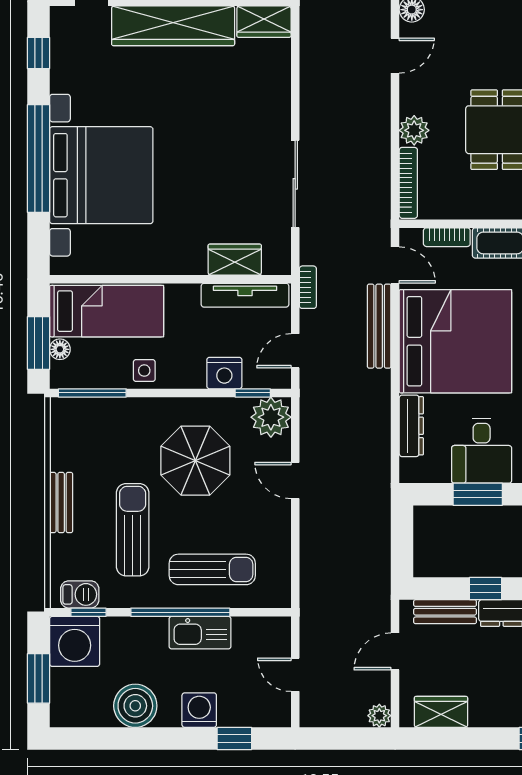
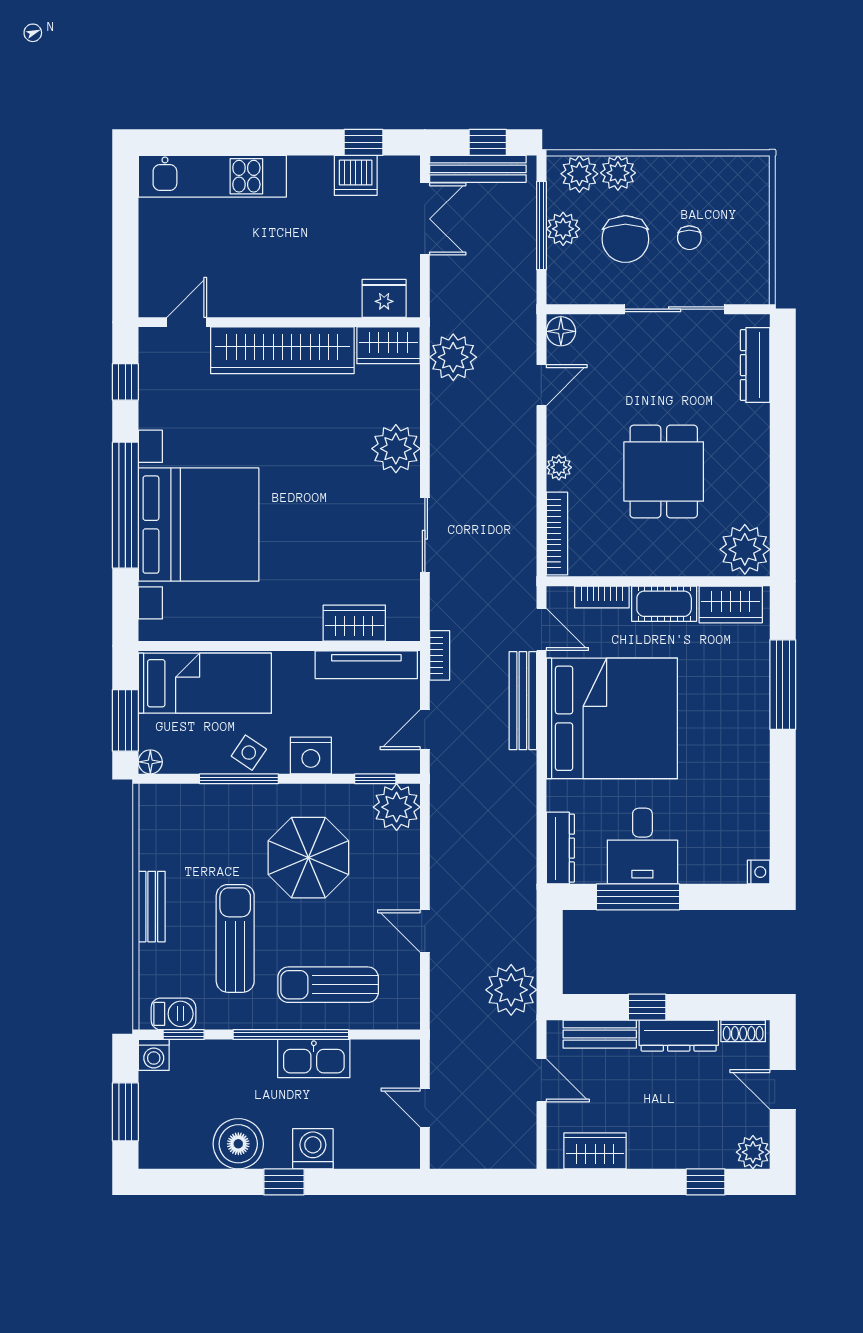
plant: (319, 32) -> (453, 357), added
plant: (270, 110) -> (396, 449), added
plant: (414, 130) -> (559, 467), width x0.73, depth x0.73
sliding door: (295, 184) -> (425, 535), width x0.73
floor lamp: (60, 349) -> (150, 762), moved
side table: (144, 371) -> (249, 753), turned 34
nightstand: (224, 373) -> (311, 755), moved
window: (92, 393) -> (239, 779), moved
dresser: (411, 426) -> (560, 848), moved
door: (295, 480) -> (425, 931), moved
window: (478, 494) -> (638, 897), width x1.44
sun lounger: (212, 569) -> (328, 985), turned 180
washing machine: (75, 641) -> (154, 1055), width x0.53, depth x0.53
door: (395, 651) -> (541, 1080), swing flipped
plant: (379, 716) -> (511, 990), moved, width x1.88, depth x1.88
window: (234, 738) -> (284, 1182), moved

